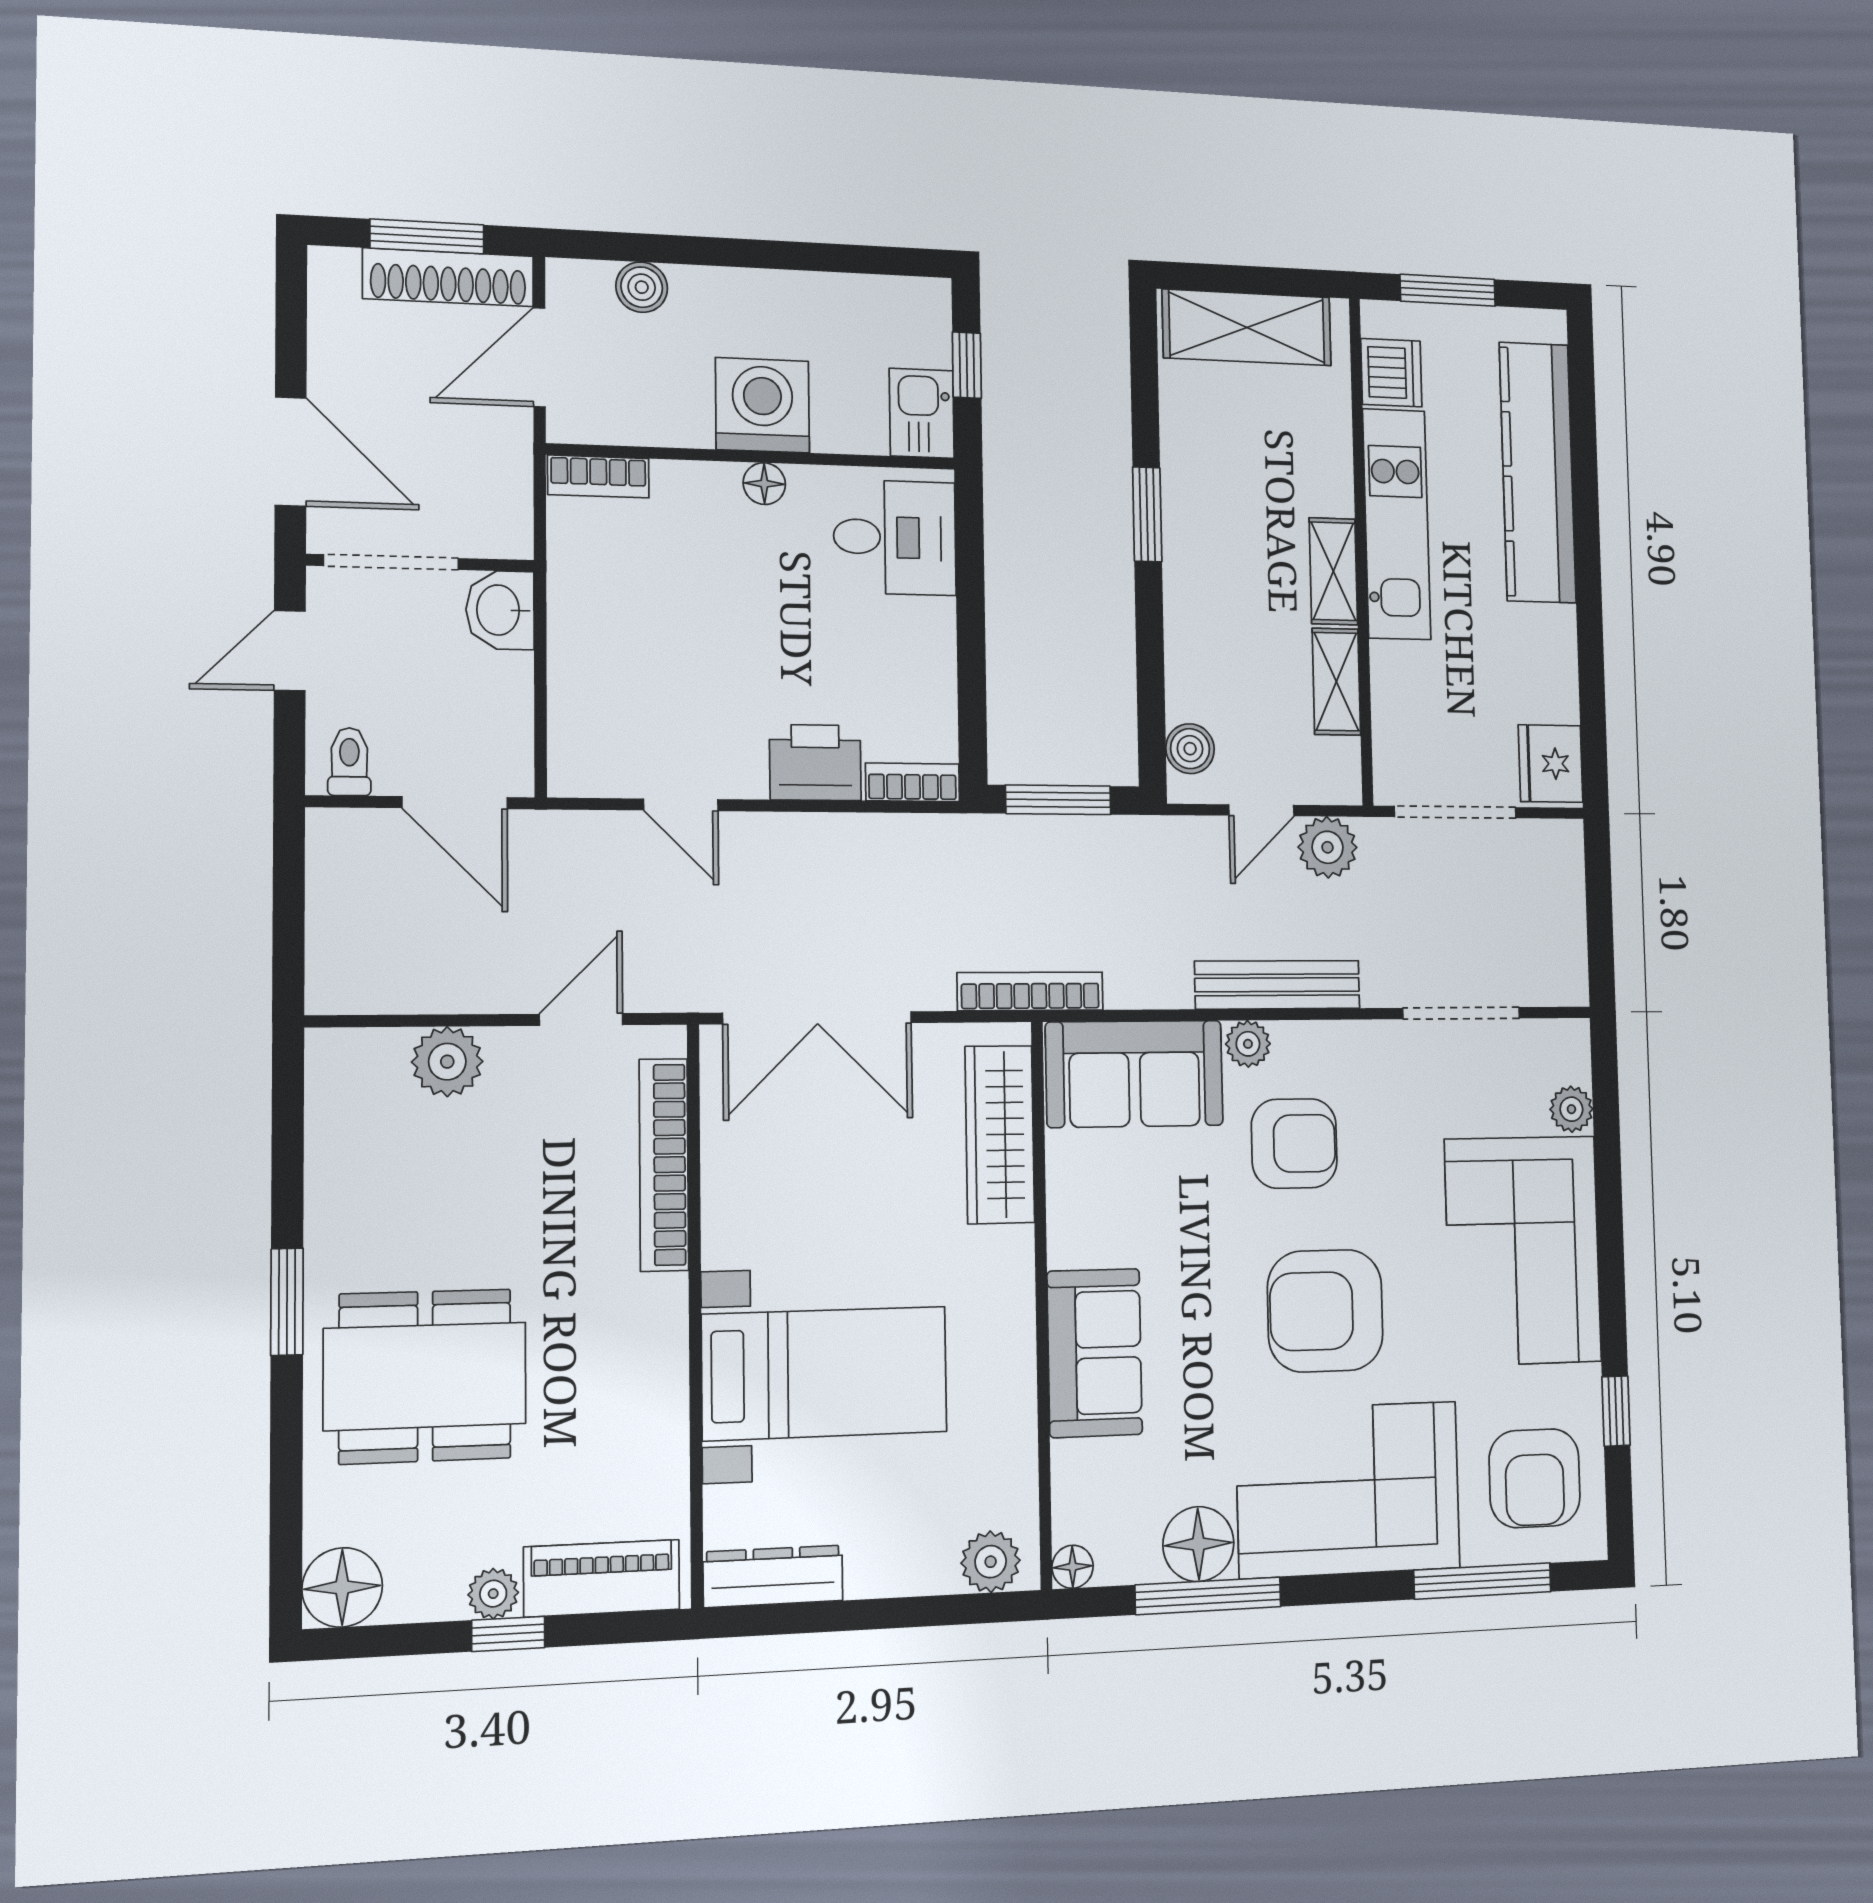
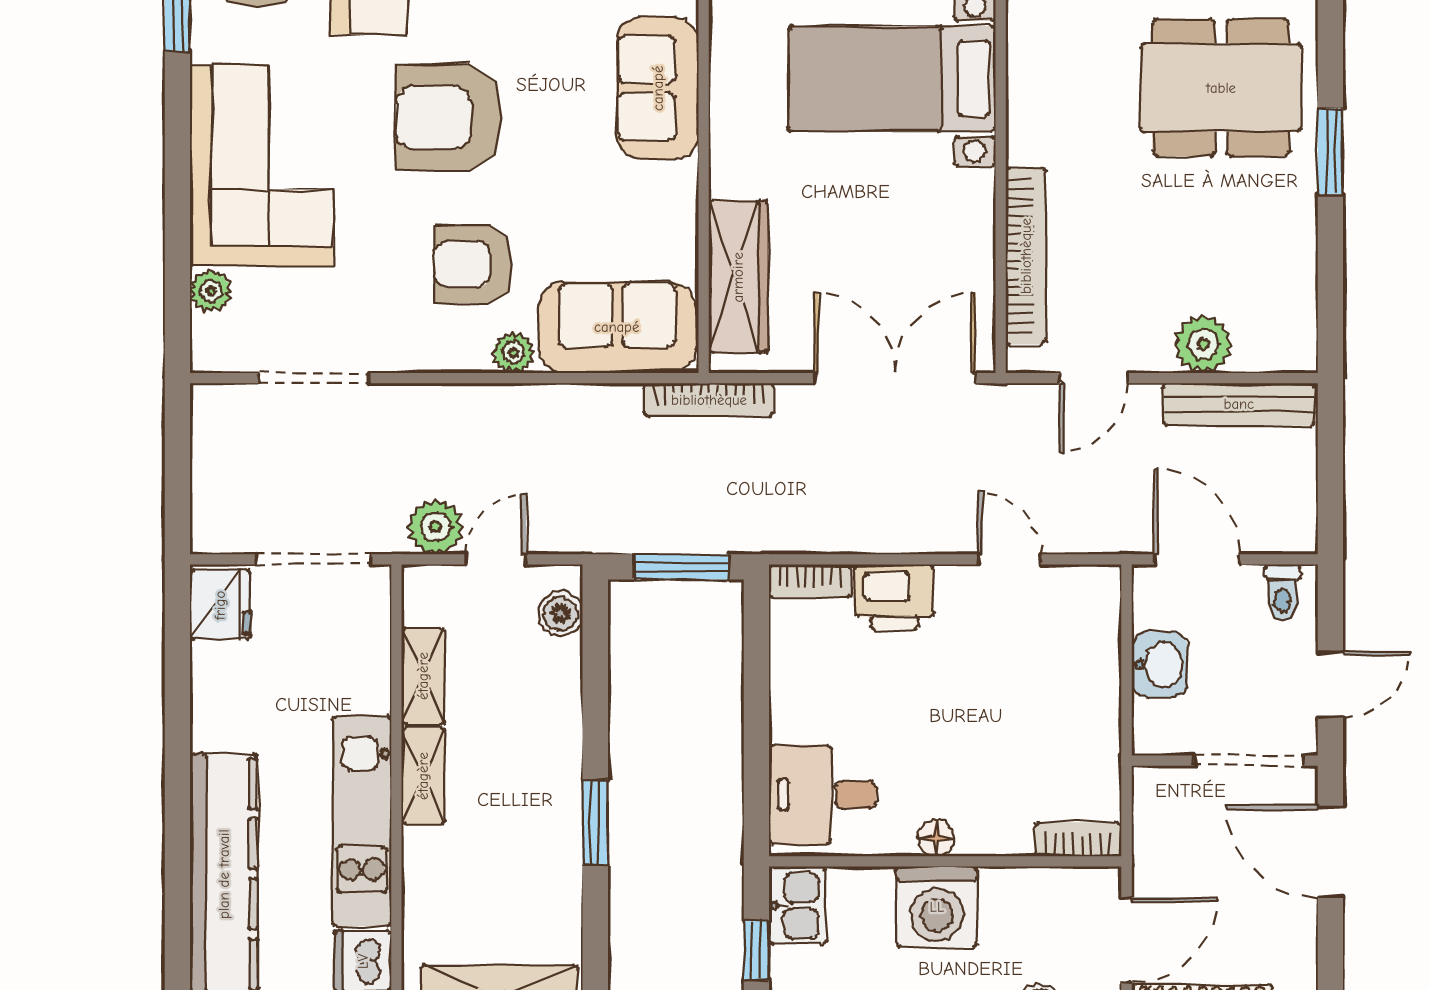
washbasin: (500, 610) -> (1160, 665), moved
bench: (1277, 985) -> (1239, 404), moved
armchair: (1325, 1311) -> (448, 118), turned 180

